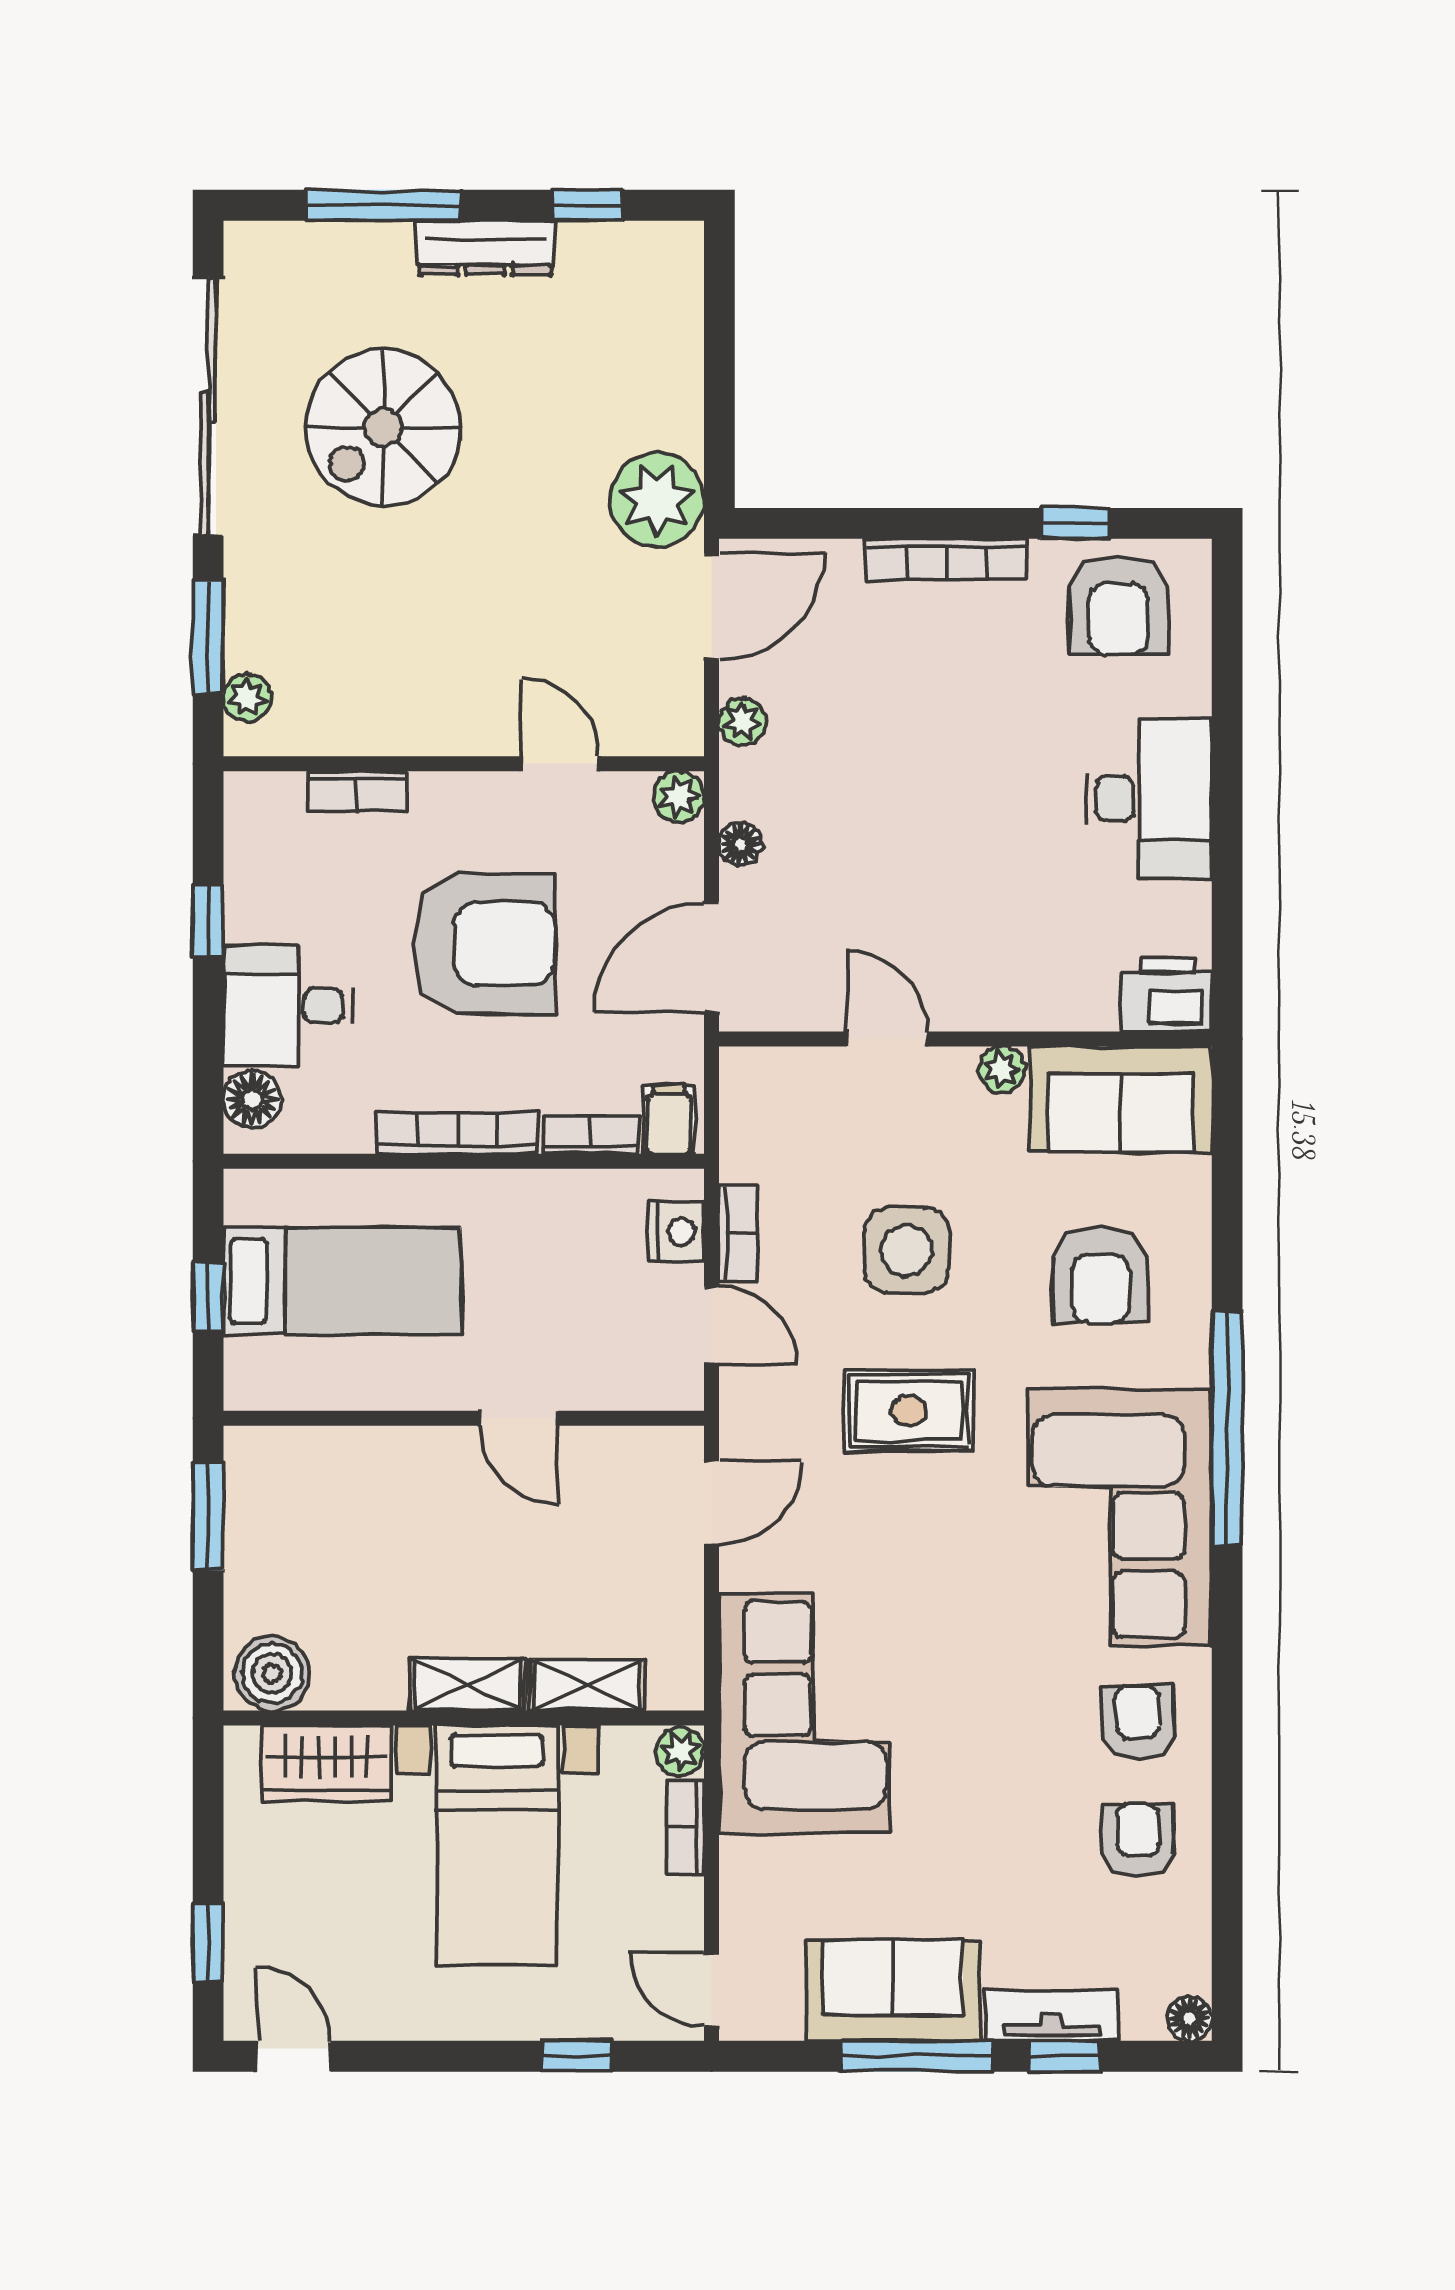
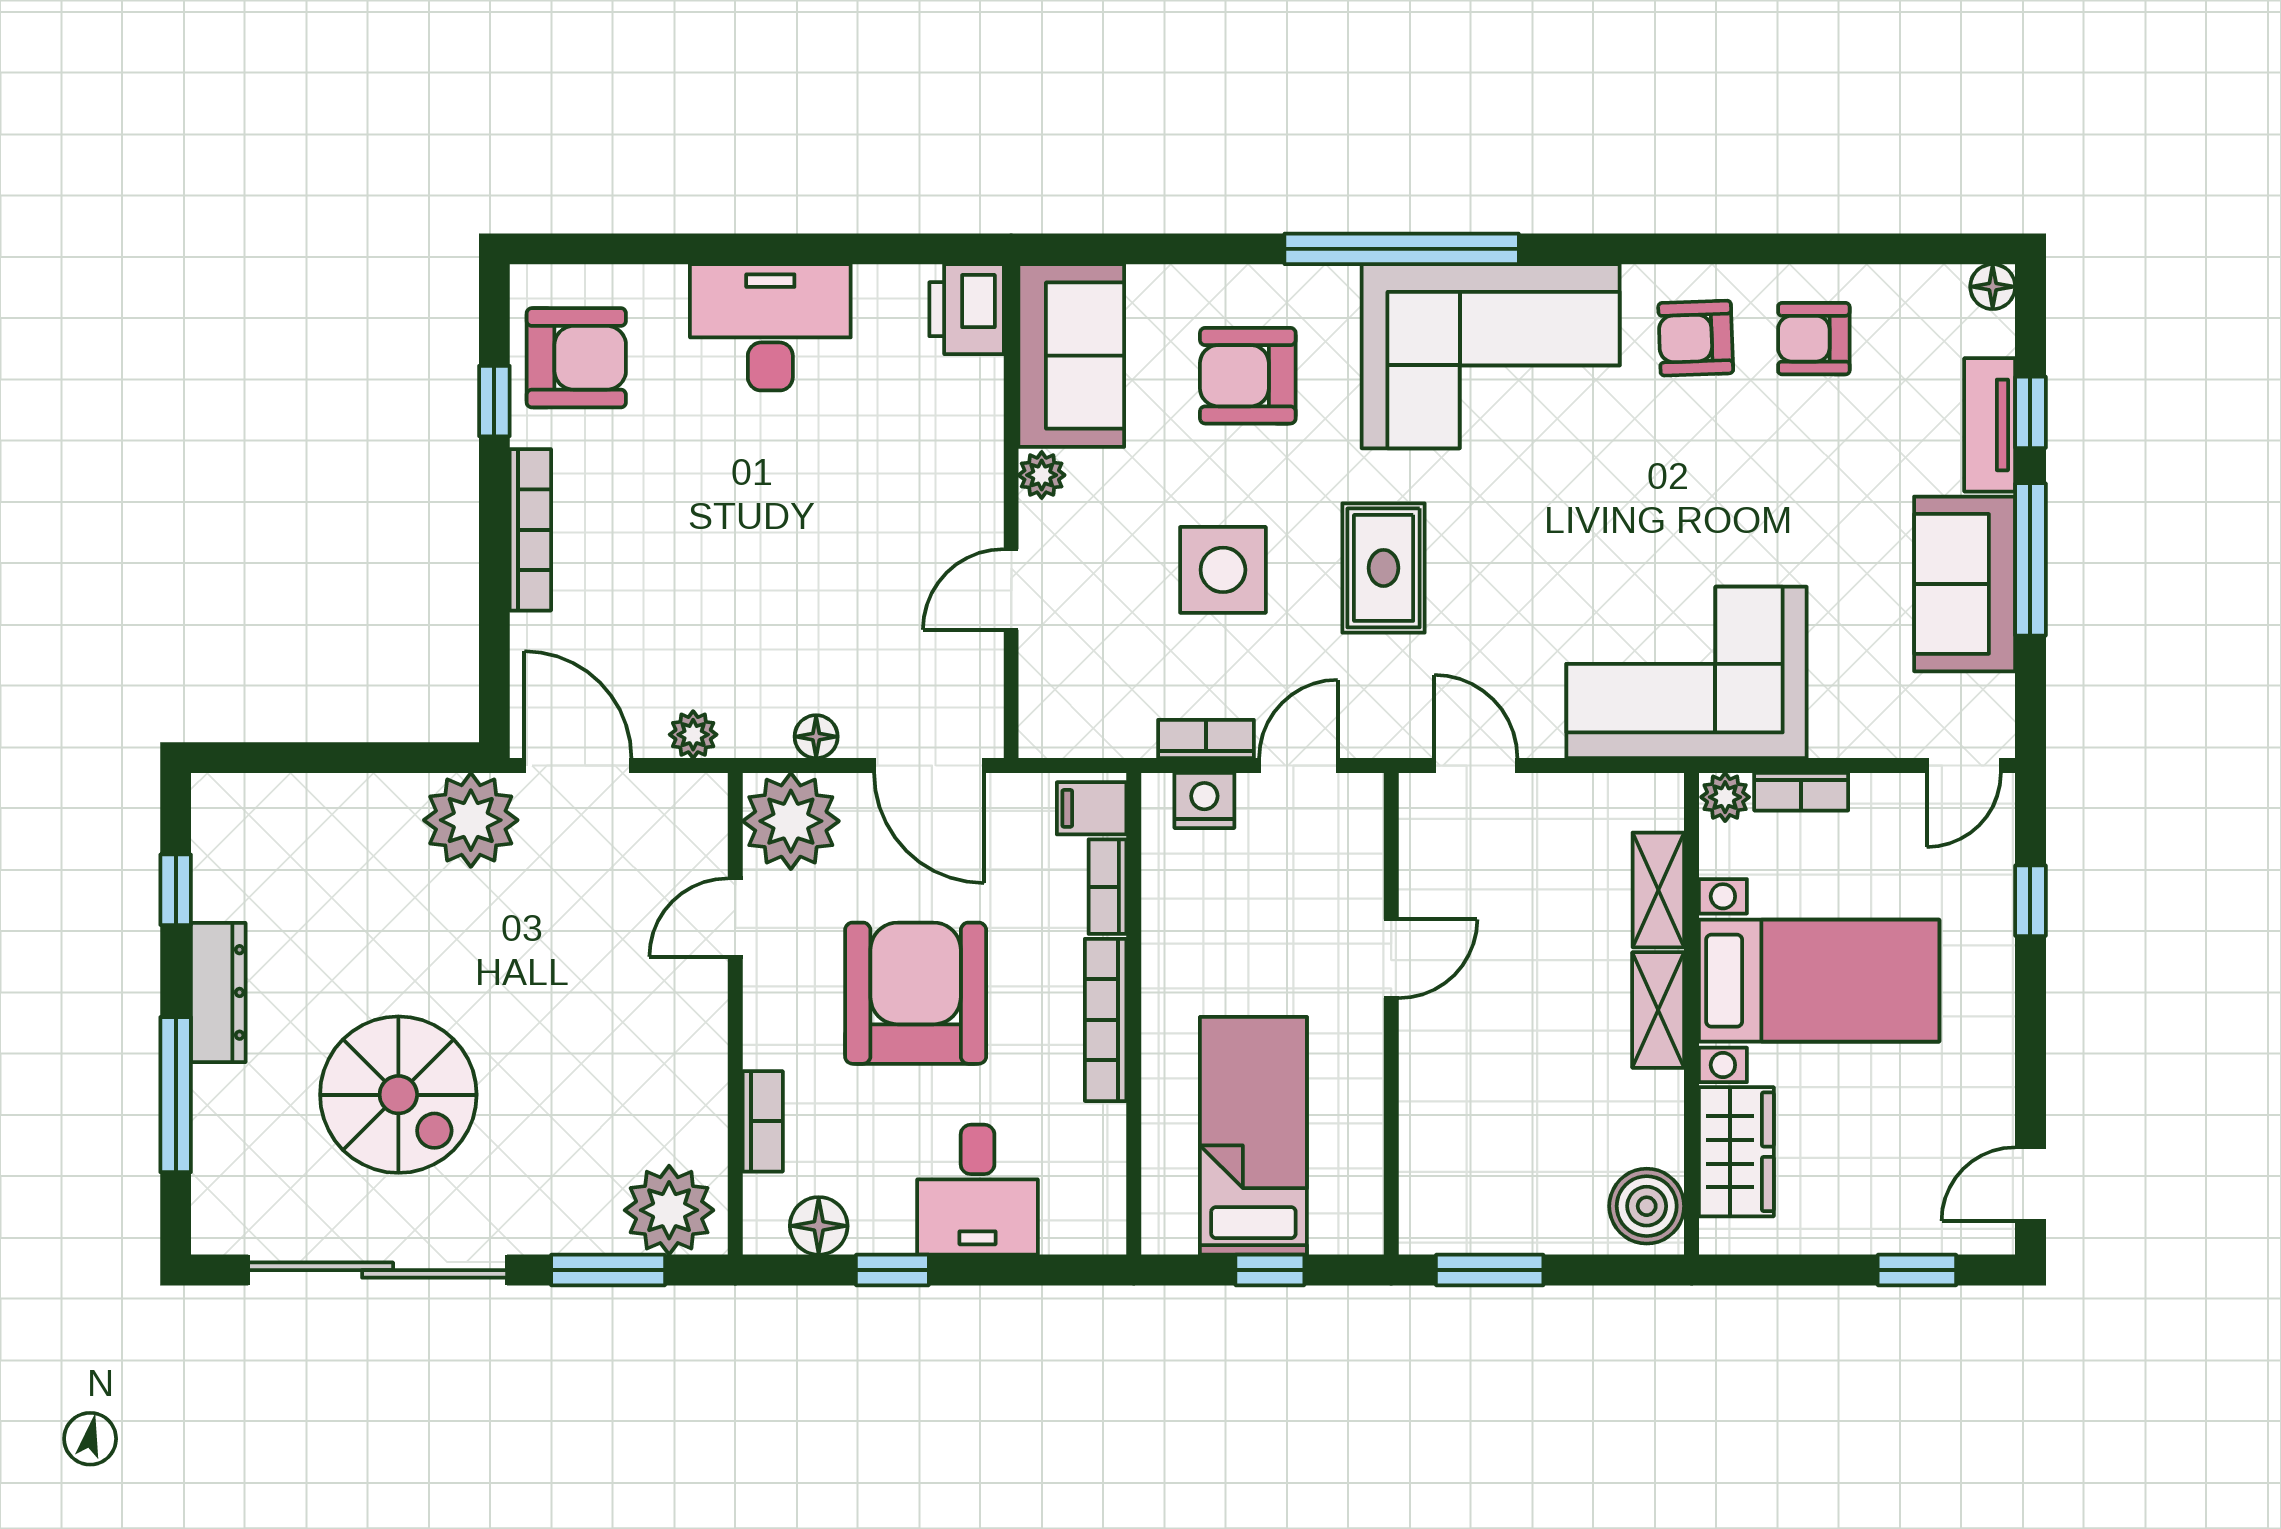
plant: (247, 698) -> (669, 1210), width x1.88, depth x1.88
plant: (679, 797) -> (791, 821), width x1.87, depth x1.87
floor lamp: (252, 1099) -> (819, 1226), moved
armchair: (1101, 1275) -> (1248, 376), turned 180

